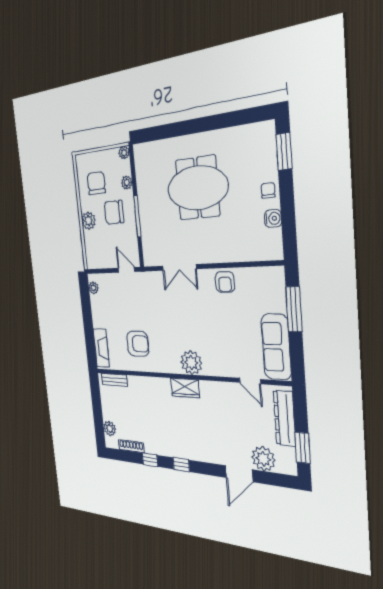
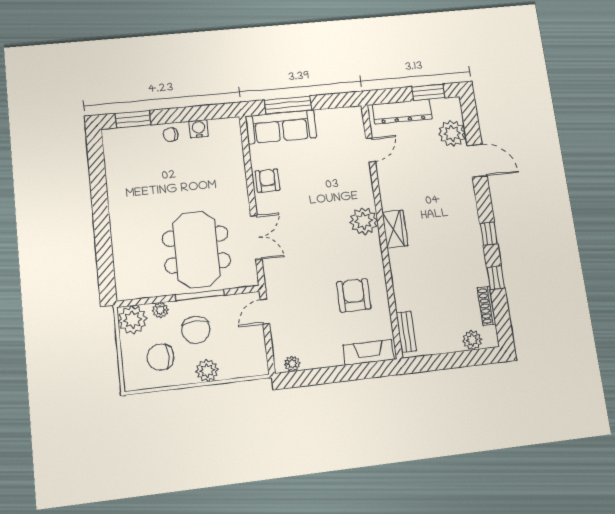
plant: (124, 153) -> (133, 320), width x1.88, depth x1.88
meeting table: (198, 188) -> (196, 249), moved
armchair: (225, 282) -> (268, 181), turned -90
sofa: (276, 347) -> (281, 127), moved

